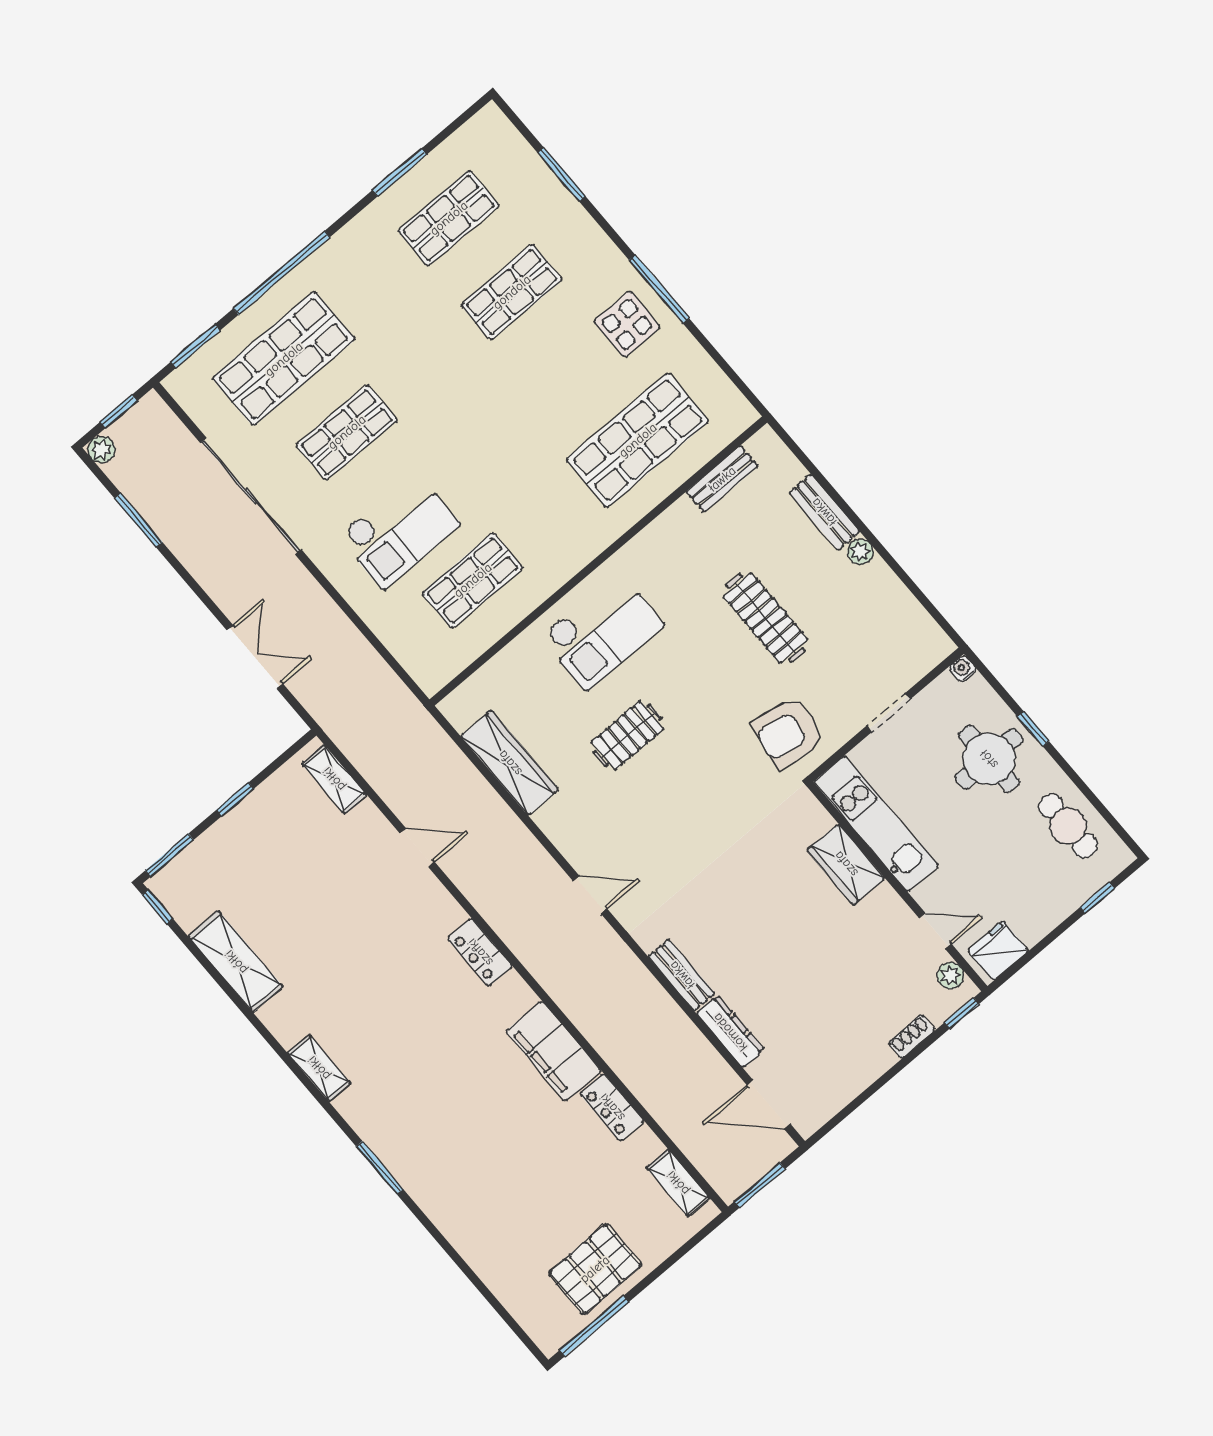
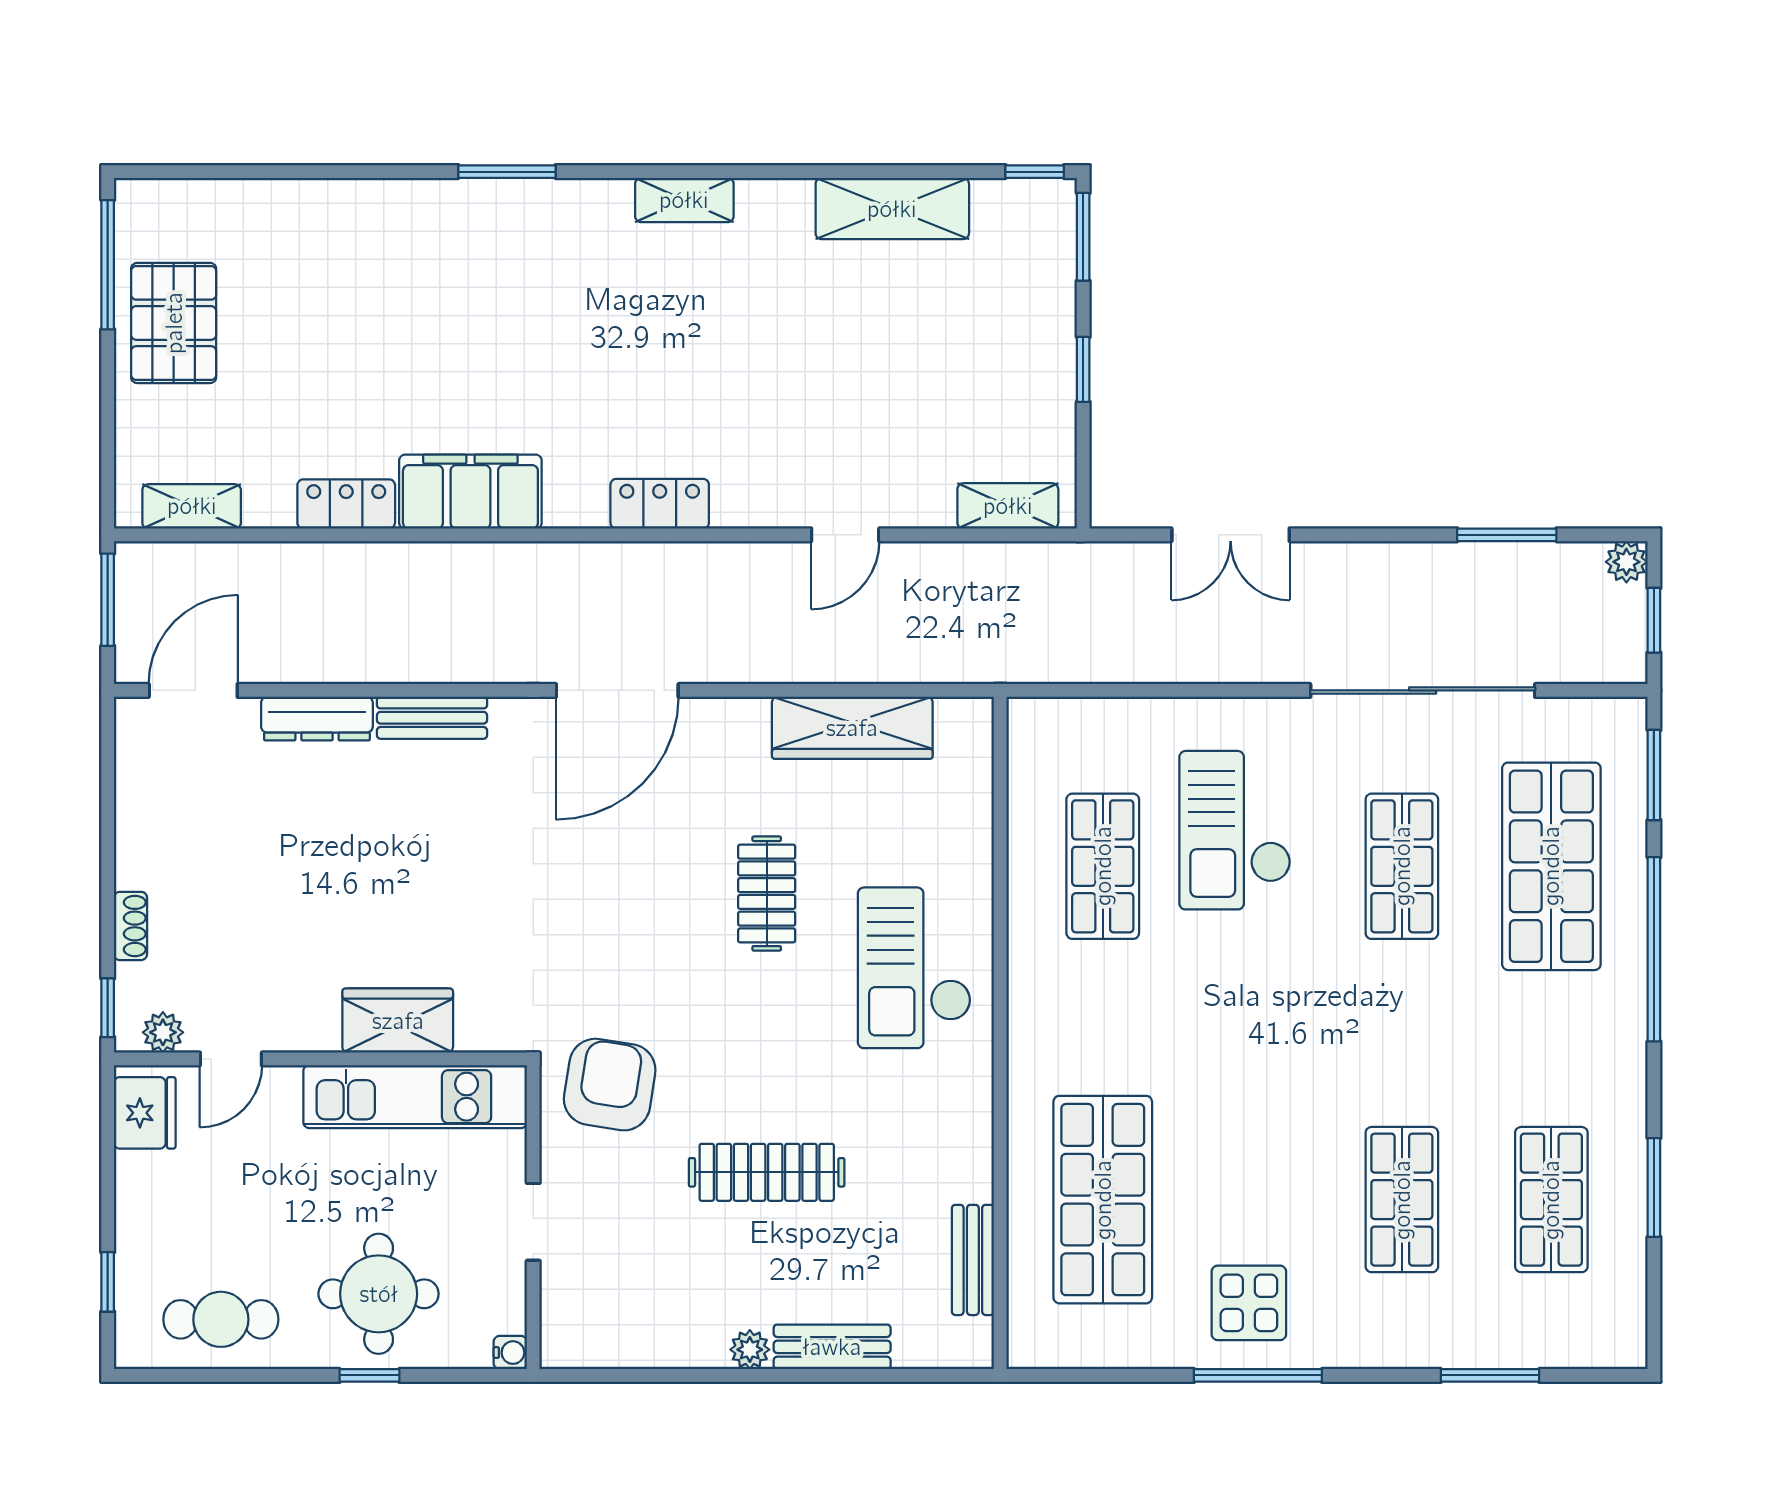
door: (590, 895) -> (617, 690), width x1.88

